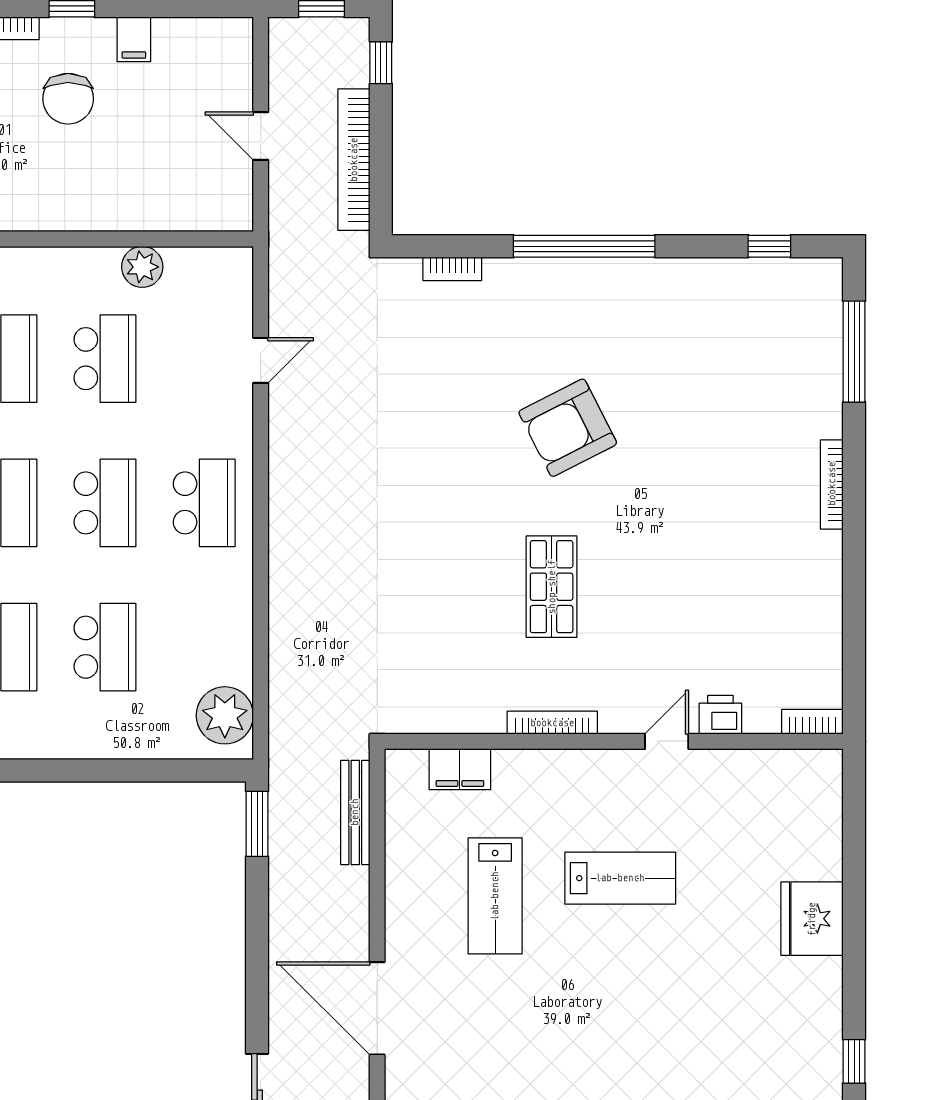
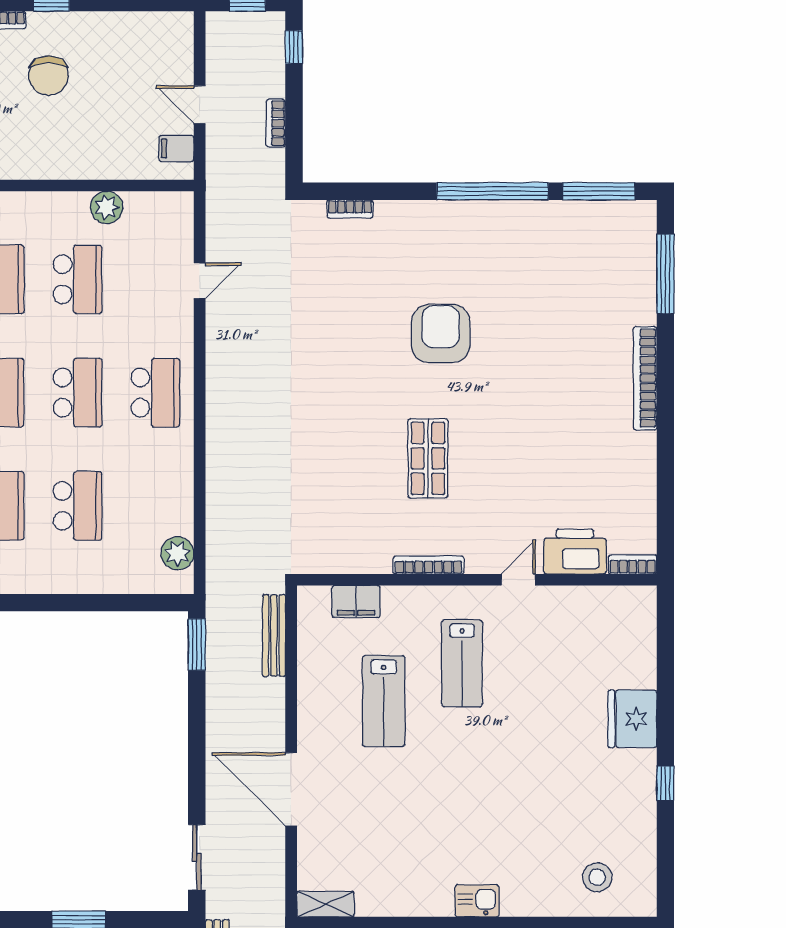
filing cabinet: (134, 39) -> (176, 149), moved, turned 90
bookcase: (354, 160) -> (276, 123), width x0.43, depth x0.76
window: (584, 246) -> (492, 191), moved
window: (769, 246) -> (599, 191), width x2.17
armchair: (568, 428) -> (441, 334), turned 117
bookcase: (832, 484) -> (645, 378), width x1.48, depth x1.31
plant: (225, 715) -> (177, 553), width x0.73, depth x0.73
printer: (720, 715) -> (575, 552), width x1.87, depth x1.48
lab bench: (620, 878) -> (462, 663), moved, turned 90
window: (854, 1061) -> (665, 783), moved

